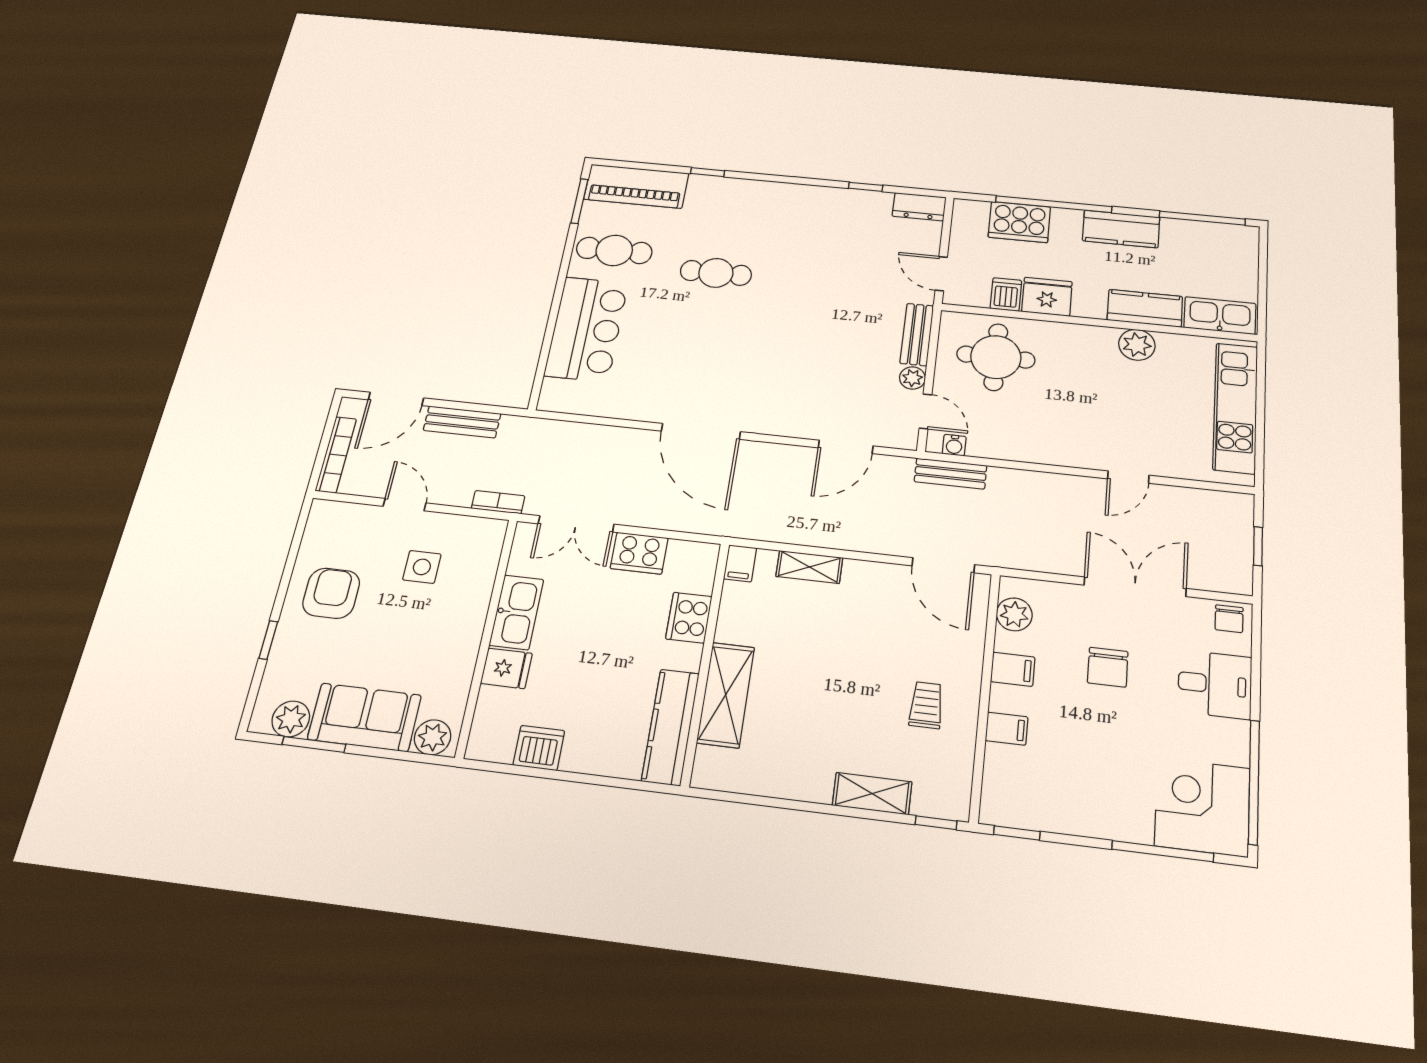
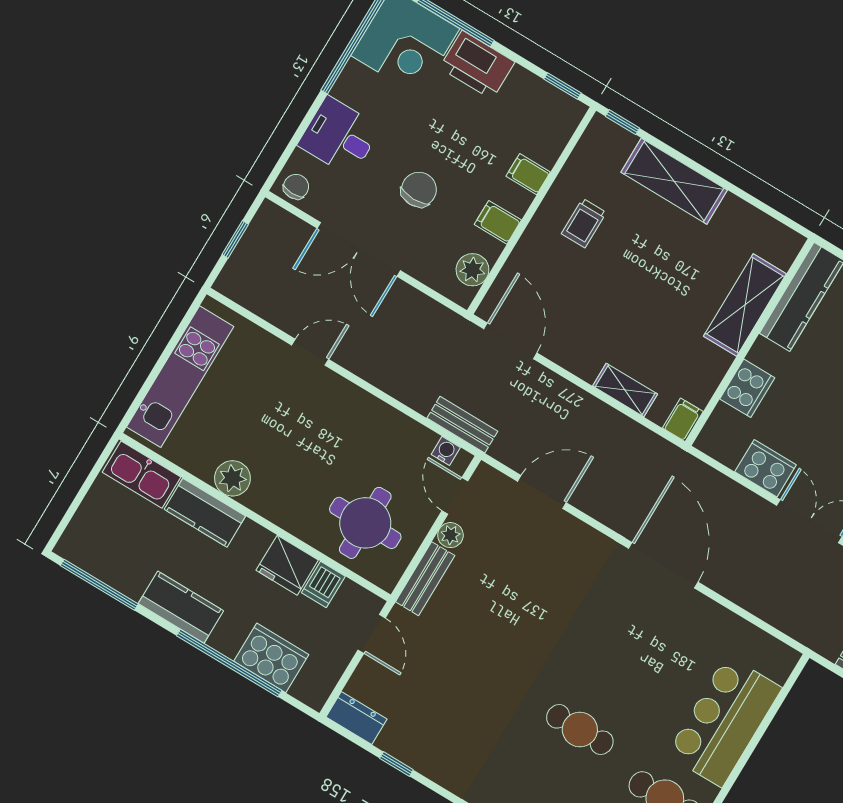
shelving: (872, 794) -> (674, 181), width x1.50, depth x1.33
printer: (1116, 816) -> (477, 65), added

